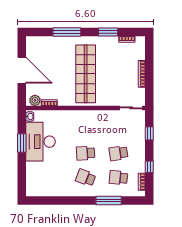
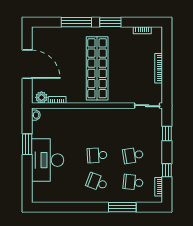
window: (108, 32) -> (110, 22), moved
desk: (41, 142) -> (48, 160), moved

